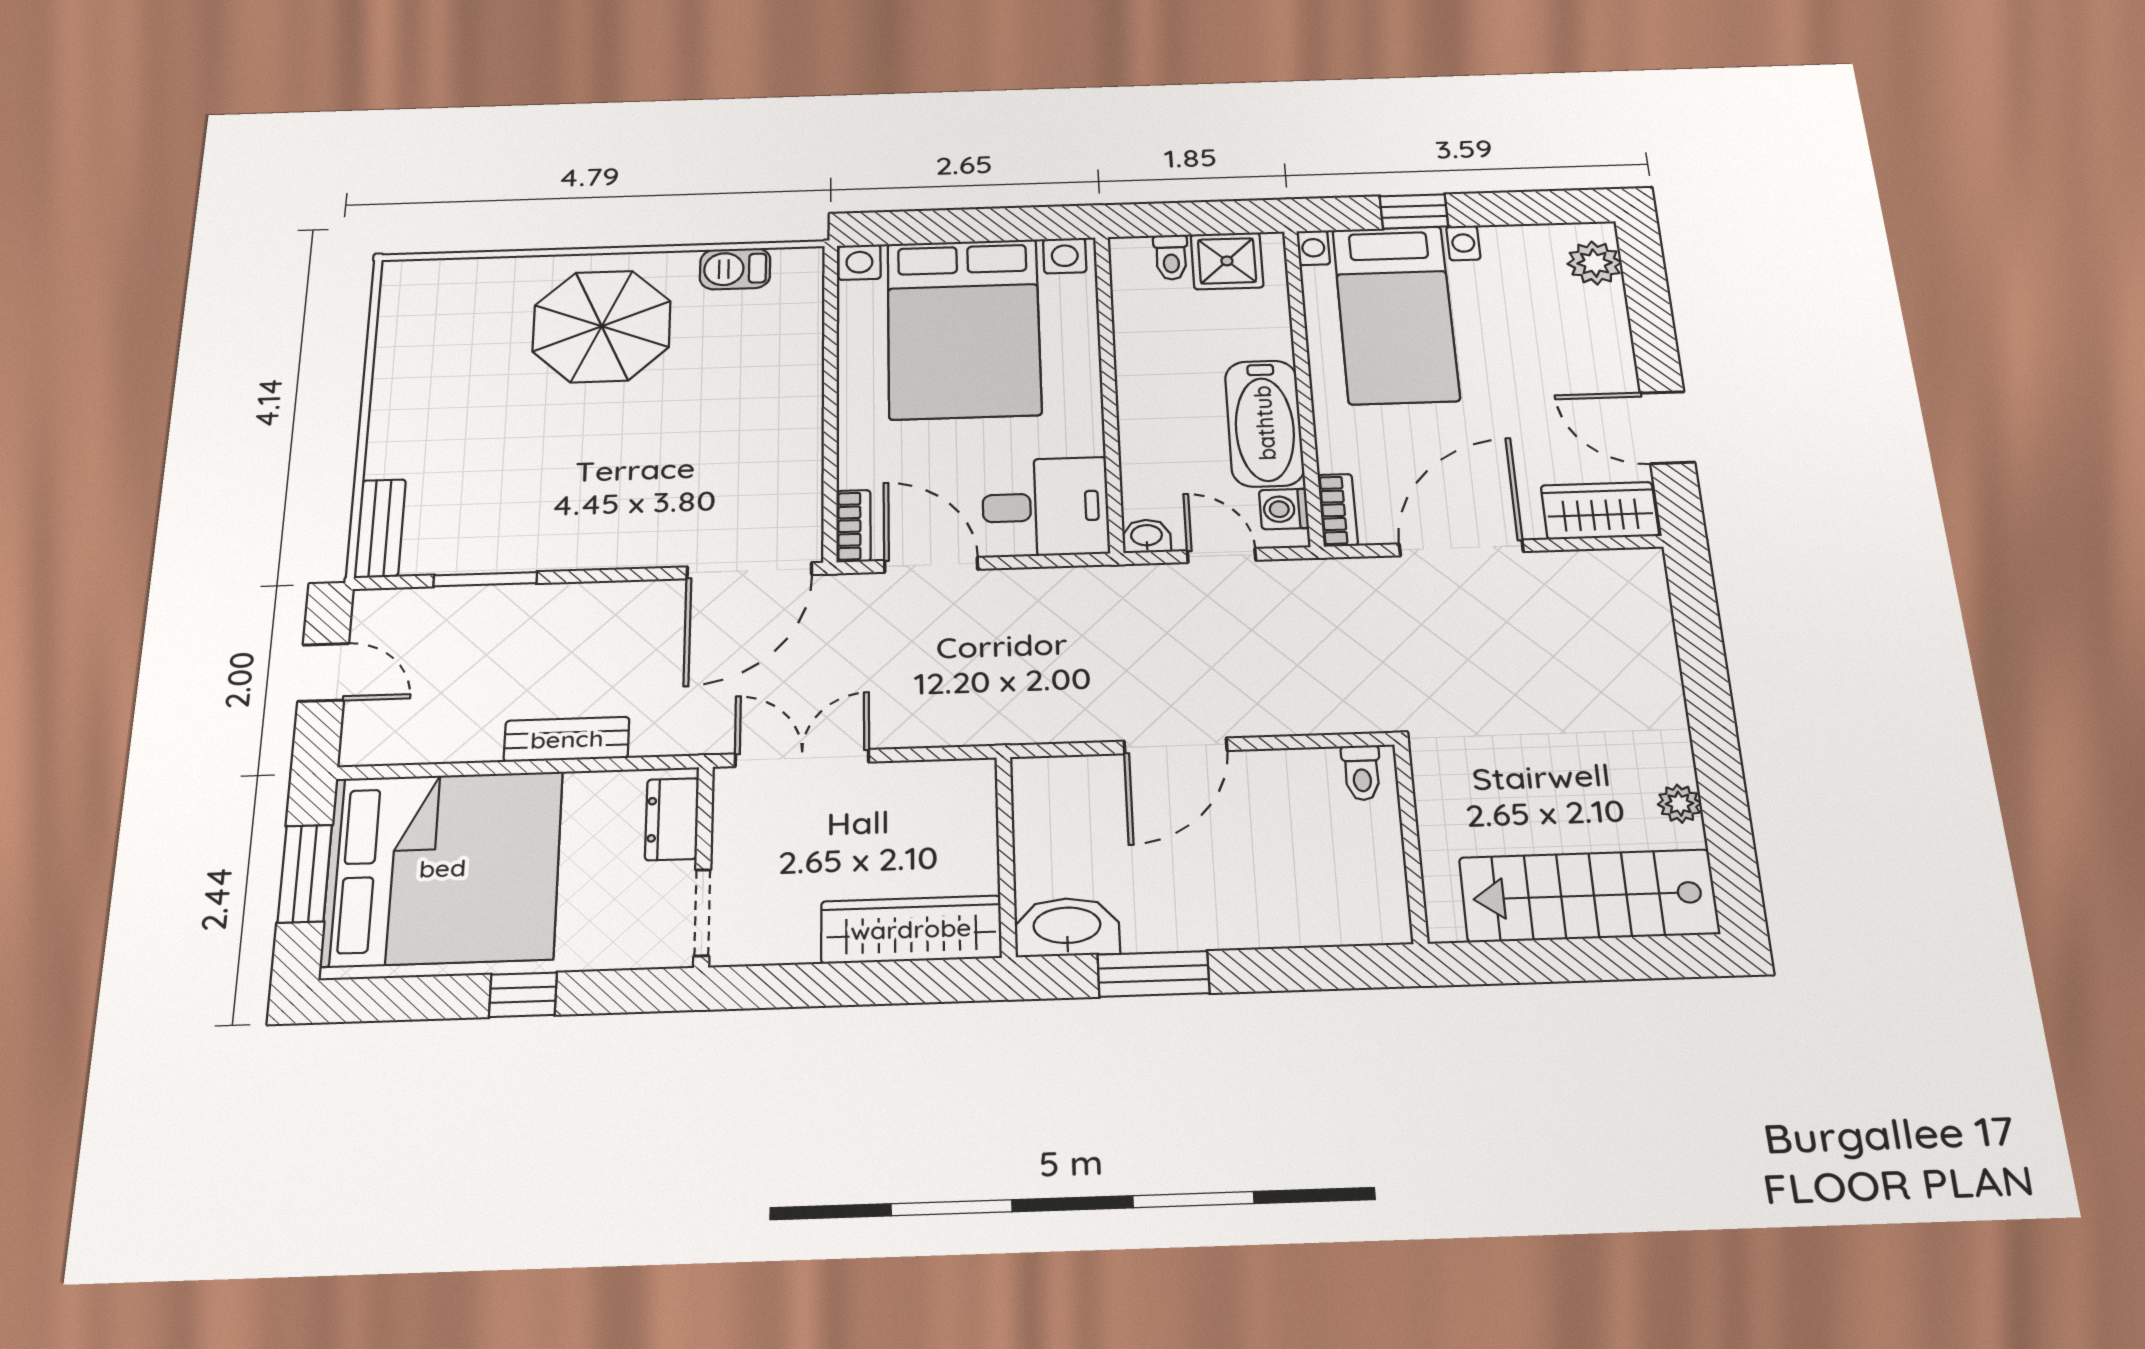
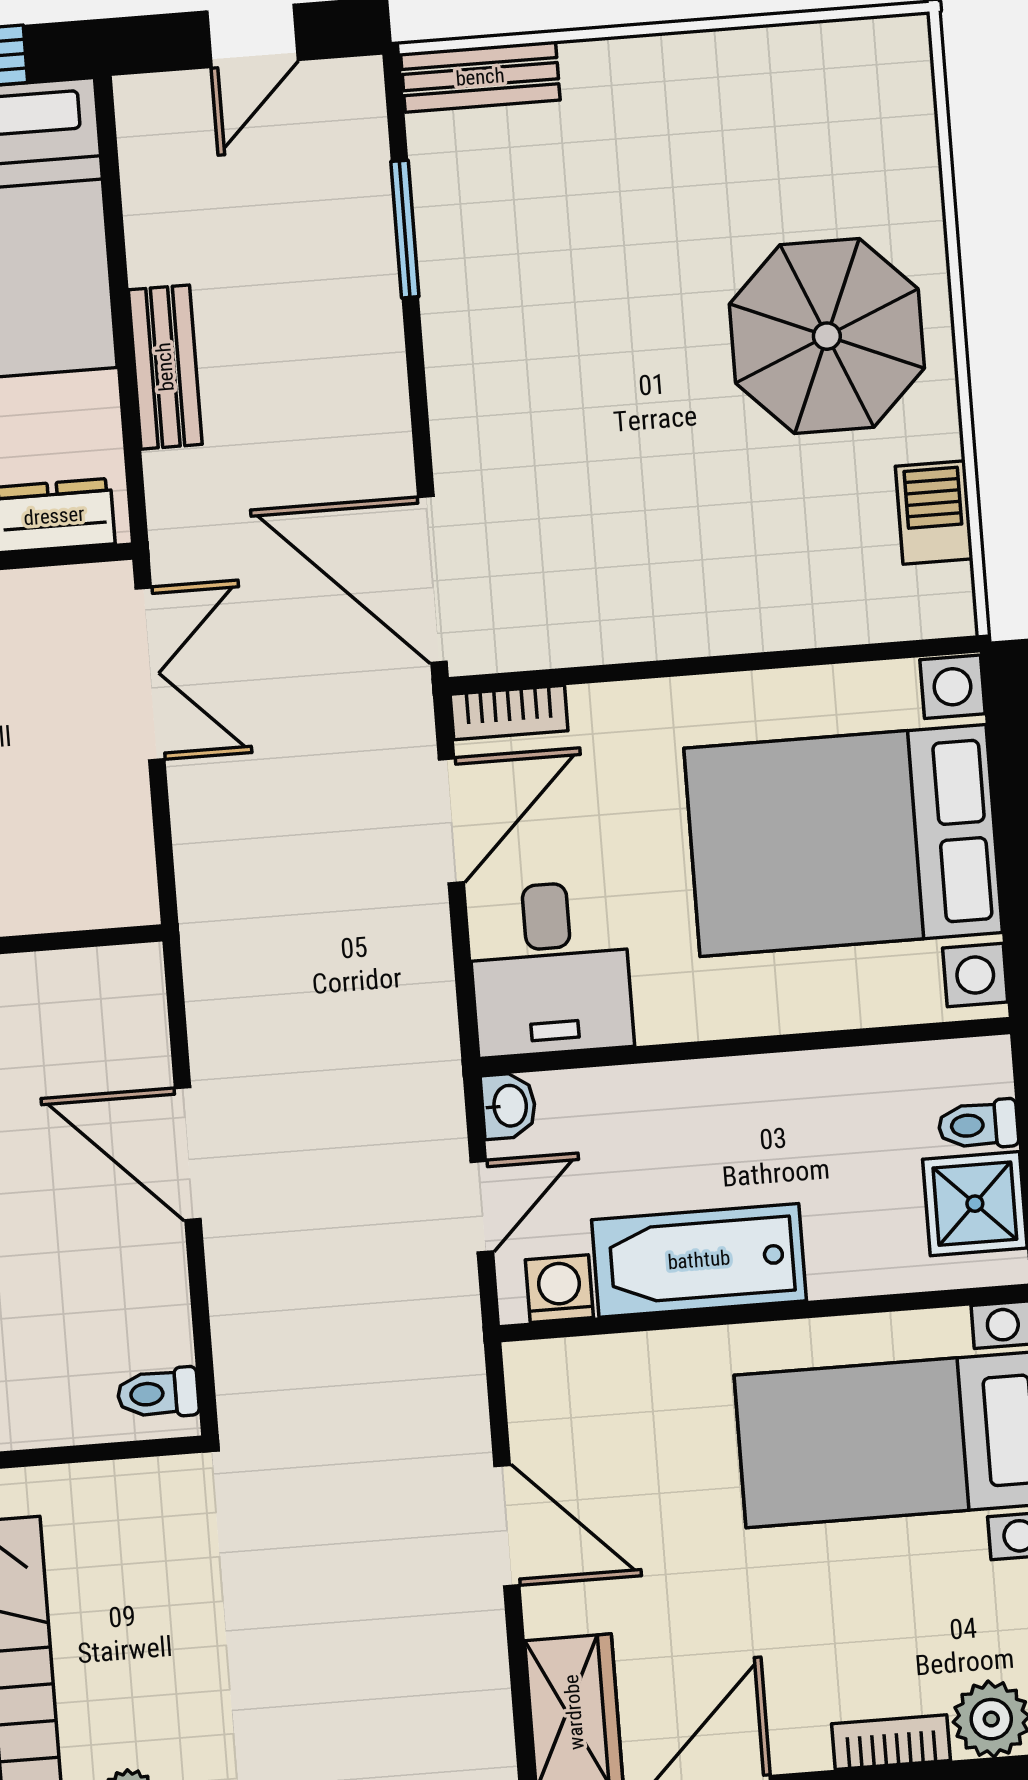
bookcase: (1338, 510) -> (891, 1742), moved, turned 180
door: (1461, 548) -> (507, 1526), width x0.73

